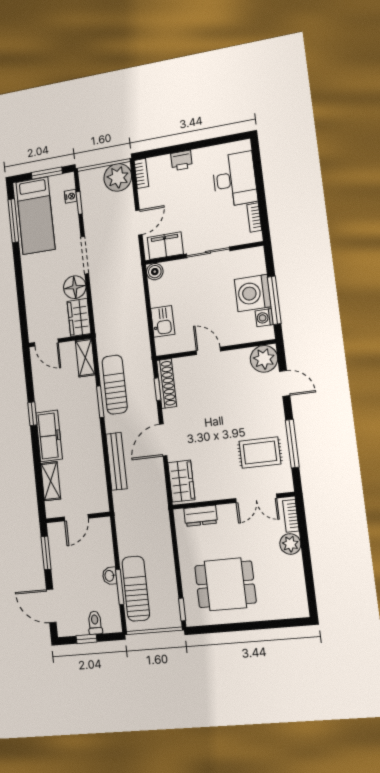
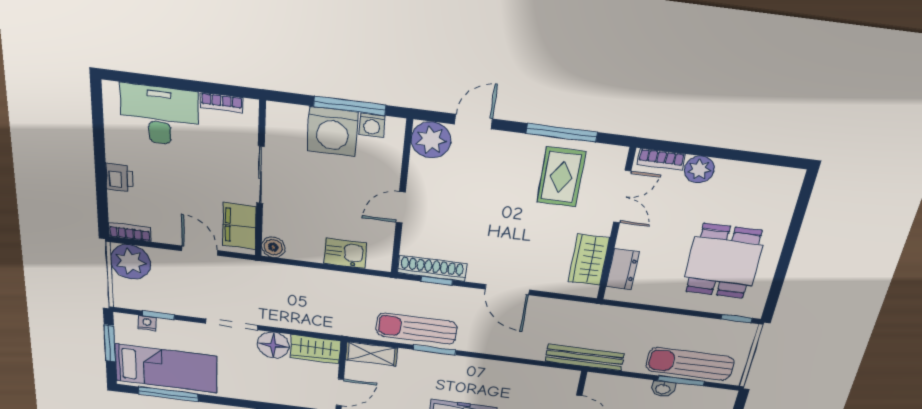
bench: (116, 461) -> (585, 357), moved
wardrobe: (181, 481) -> (589, 260), moved, turned -90

